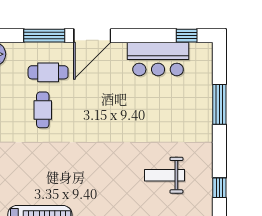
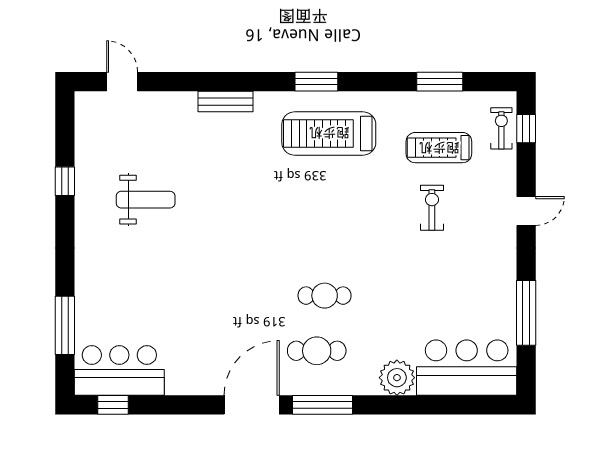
bar counter: (158, 59) -> (119, 370), moved
window: (219, 104) -> (65, 325), moved
cafe table: (43, 110) -> (325, 296), turned 90

